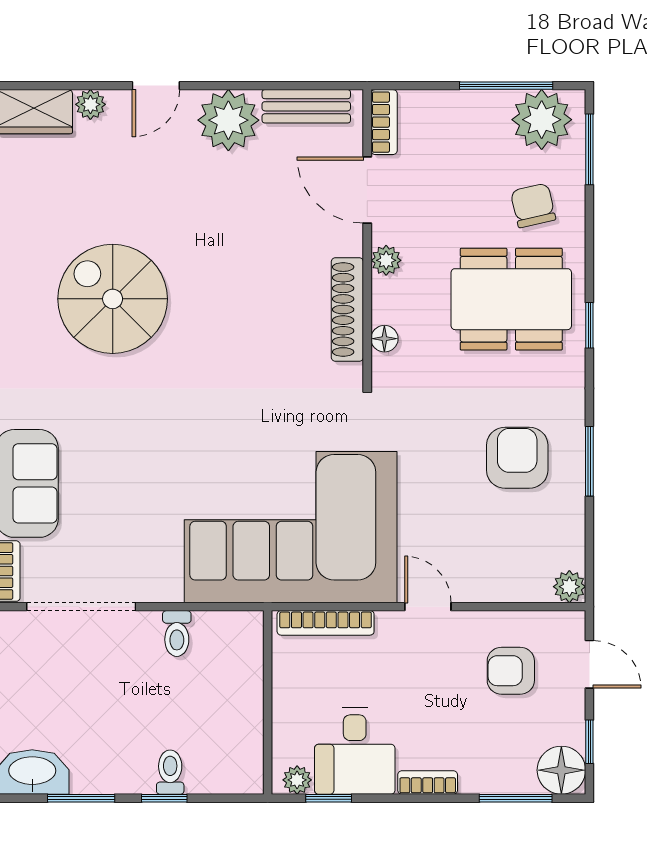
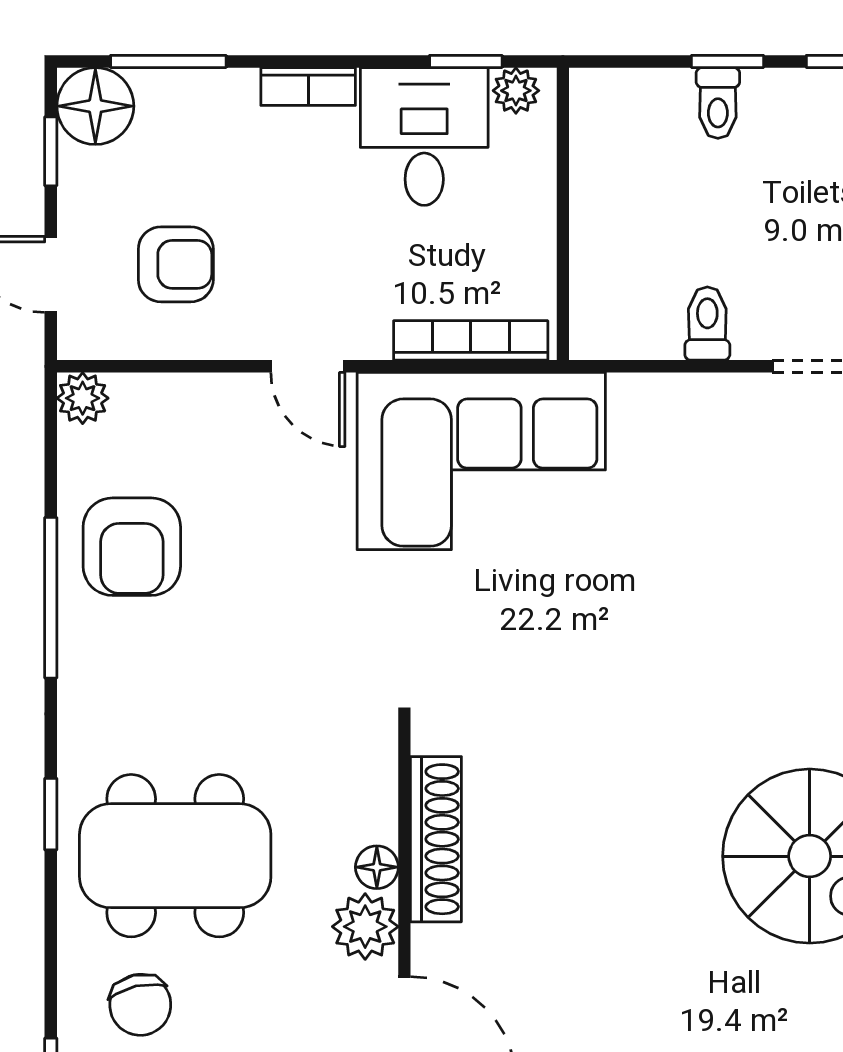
plant: (386, 260) -> (365, 927), width x1.38, depth x1.38
floor lamp: (384, 339) -> (377, 867), moved
armchair: (517, 458) -> (132, 547), moved
window: (589, 461) -> (51, 598), width x1.44
corner sofa: (291, 527) -> (481, 461), width x0.73, depth x0.74

